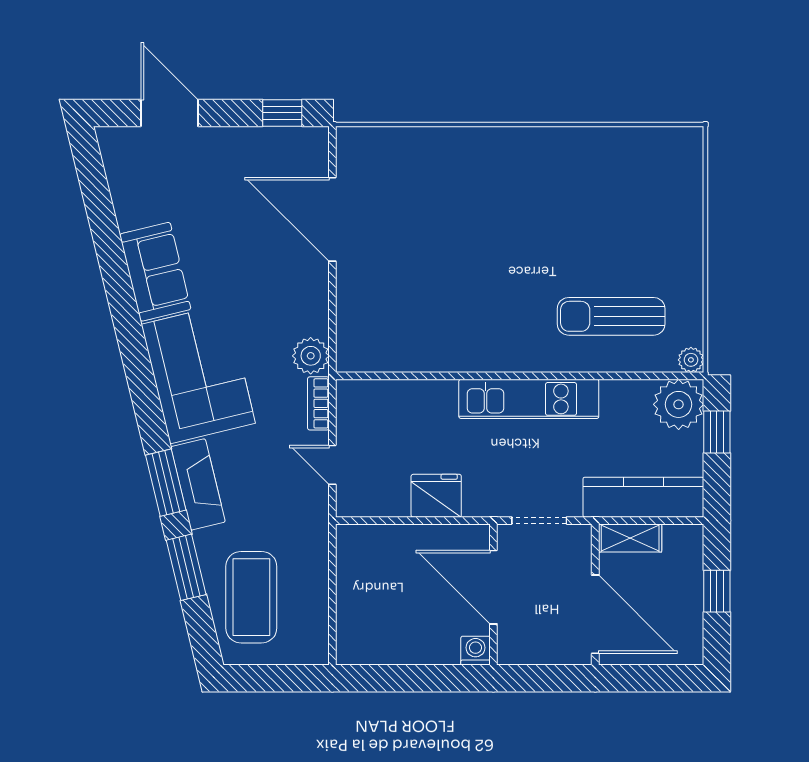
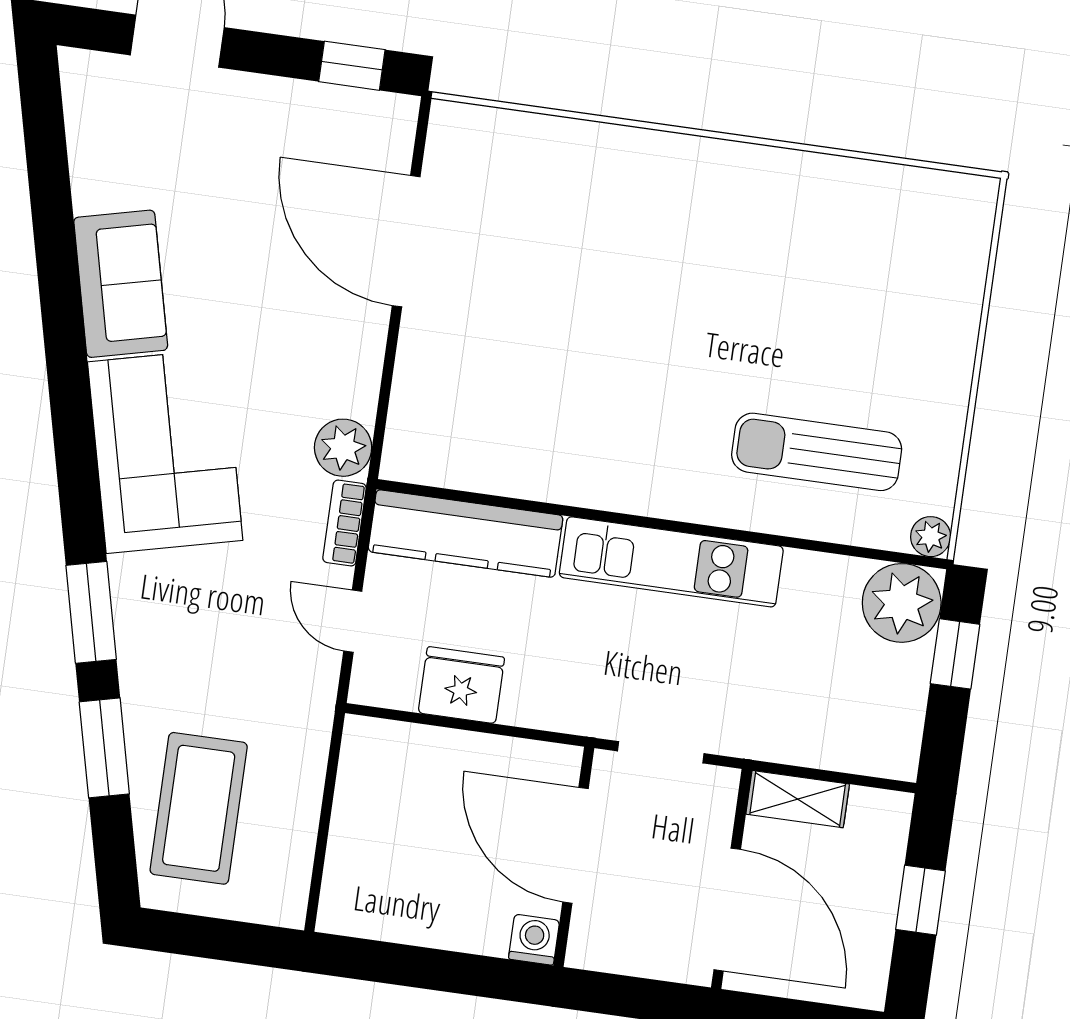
fireplace: (198, 484) -> (141, 622), removed
fridge: (436, 496) -> (461, 685), moved
kitchen counter: (643, 497) -> (466, 534), moved, turned 180

